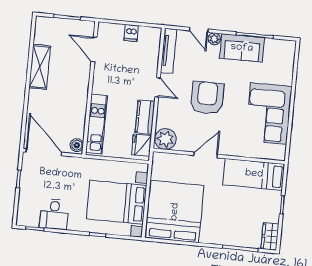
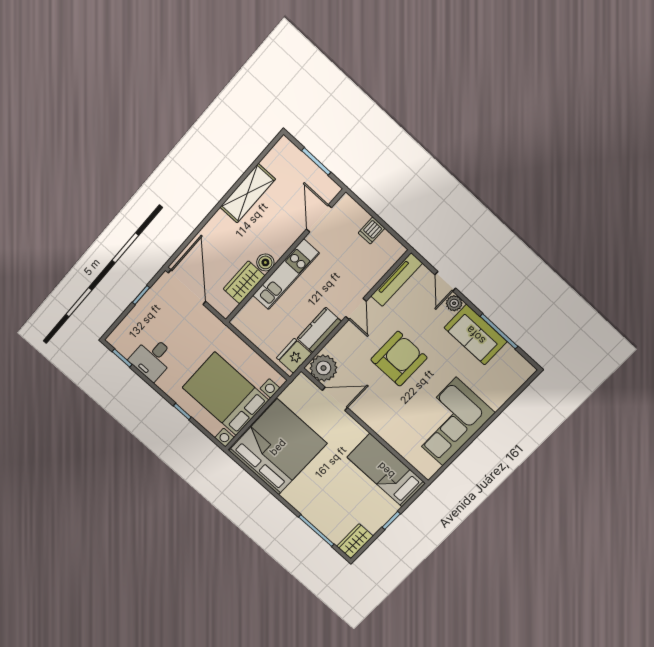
wardrobe: (77, 123) -> (244, 282), added
kitchen unit: (97, 124) -> (286, 274), moved
boiler: (77, 145) -> (265, 262), moved
door: (206, 155) -> (335, 399), moved

